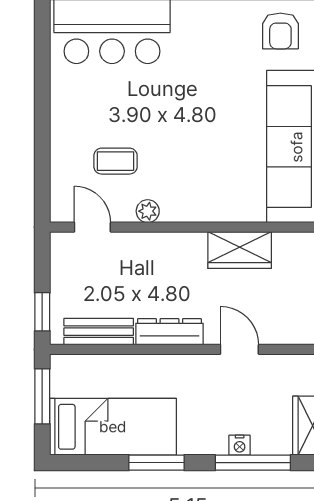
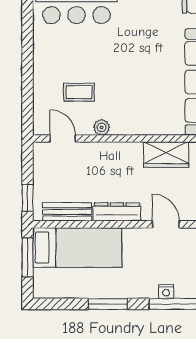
bed: (113, 427) -> (77, 248), moved

